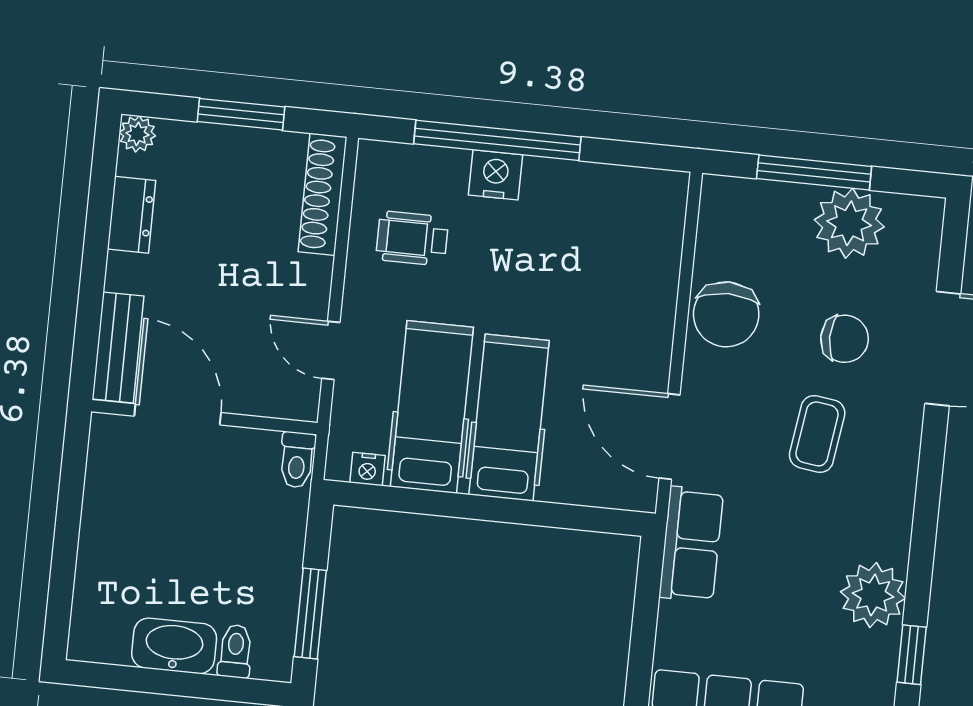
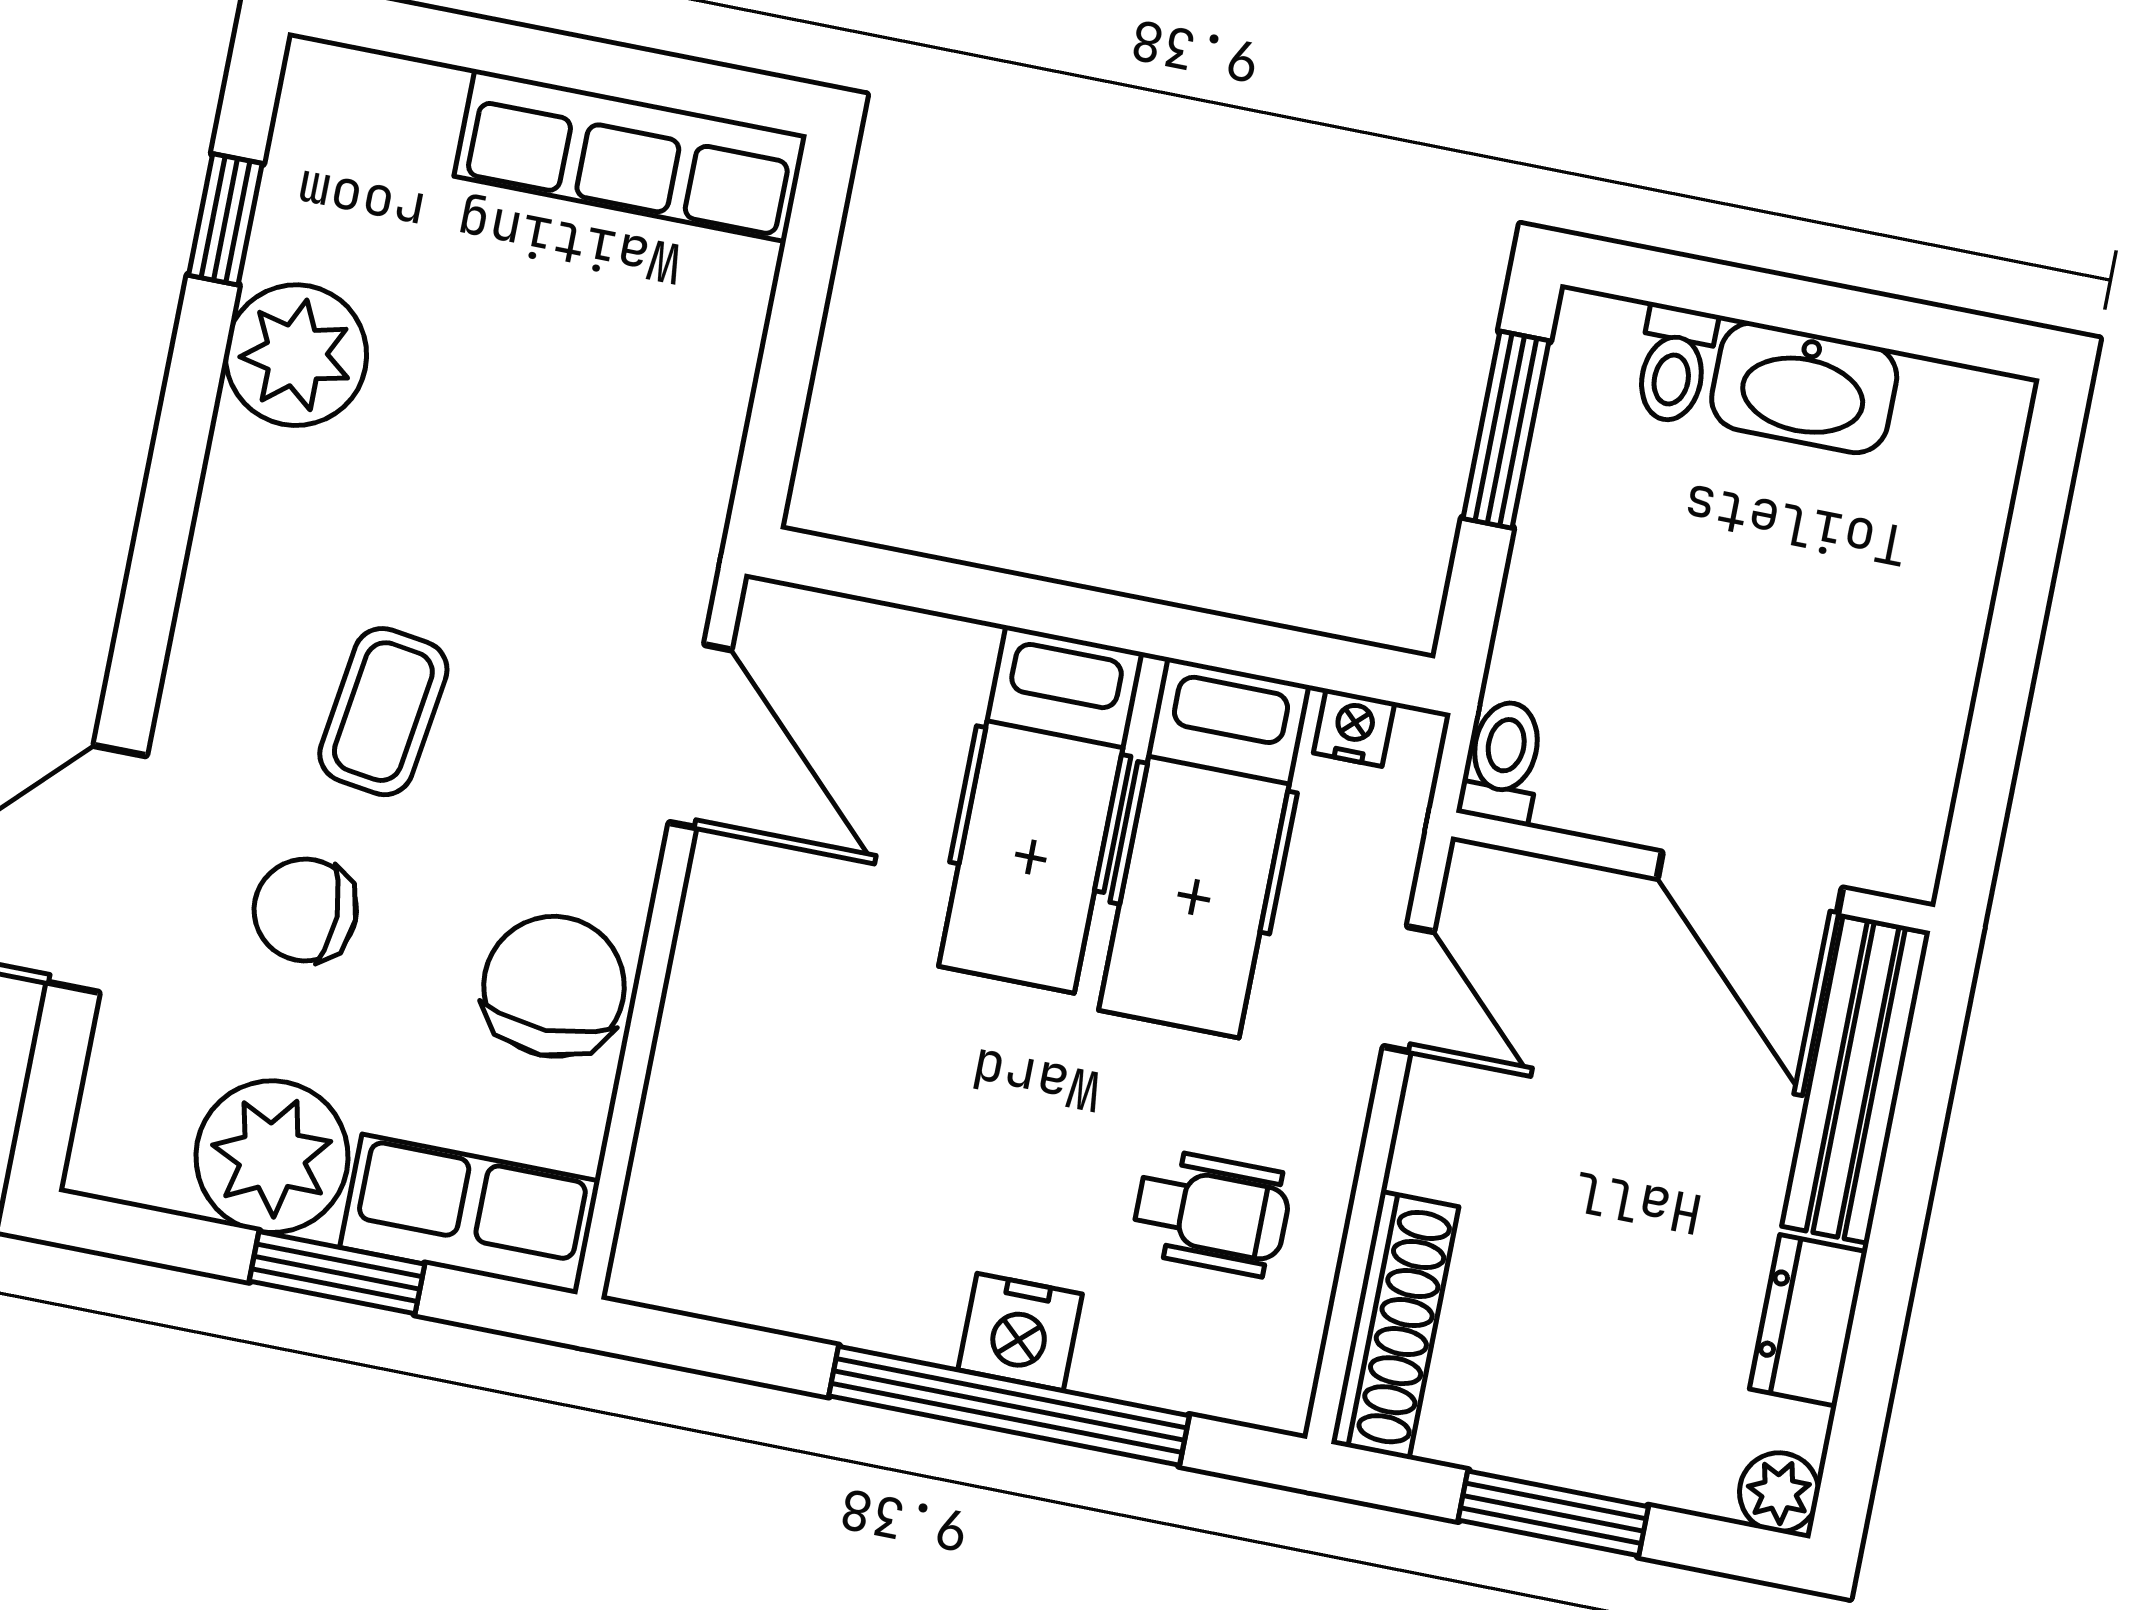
window: (814, 172) -> (337, 1273), width x0.69
bench: (118, 348) -> (1856, 1080), width x1.36
row of seats: (691, 544) -> (470, 1214), moved, turned 90

